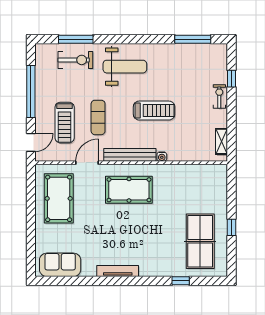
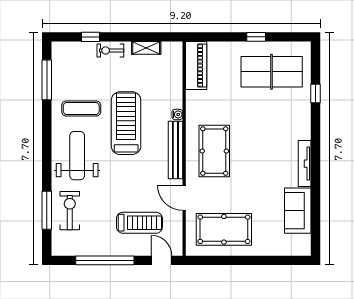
treadmill: (154, 111) -> (126, 123), width x1.37, depth x1.38
exercise mat: (98, 117) -> (81, 109), moved
shelving: (222, 141) -> (146, 48), moved
piano: (206, 173) -> (196, 65), added
sofa: (60, 265) -> (298, 211), moved

